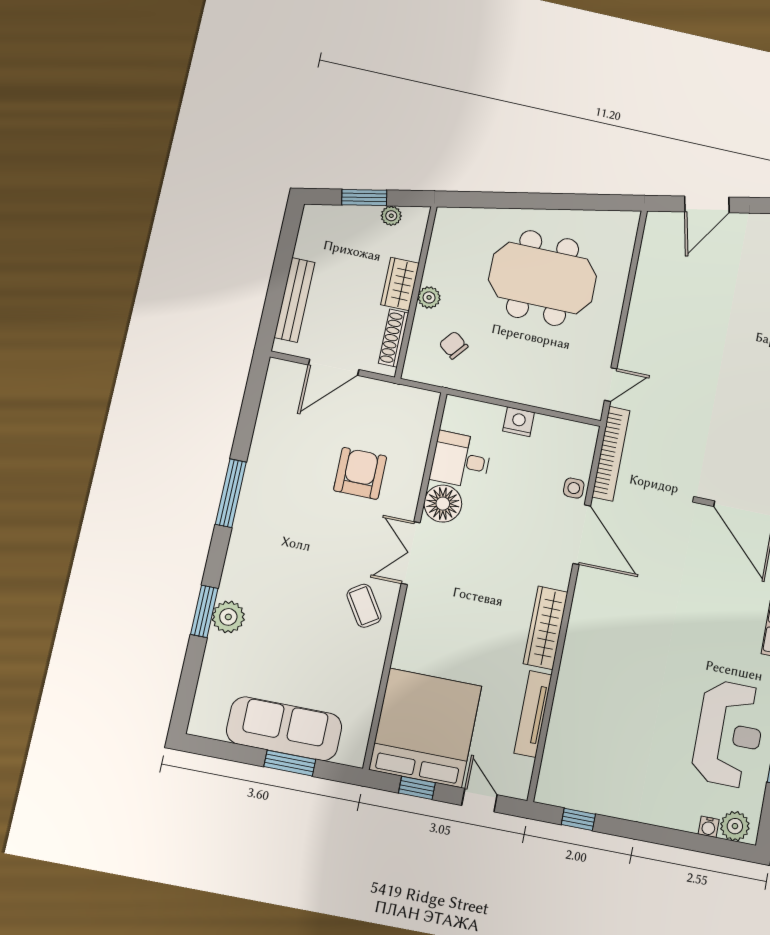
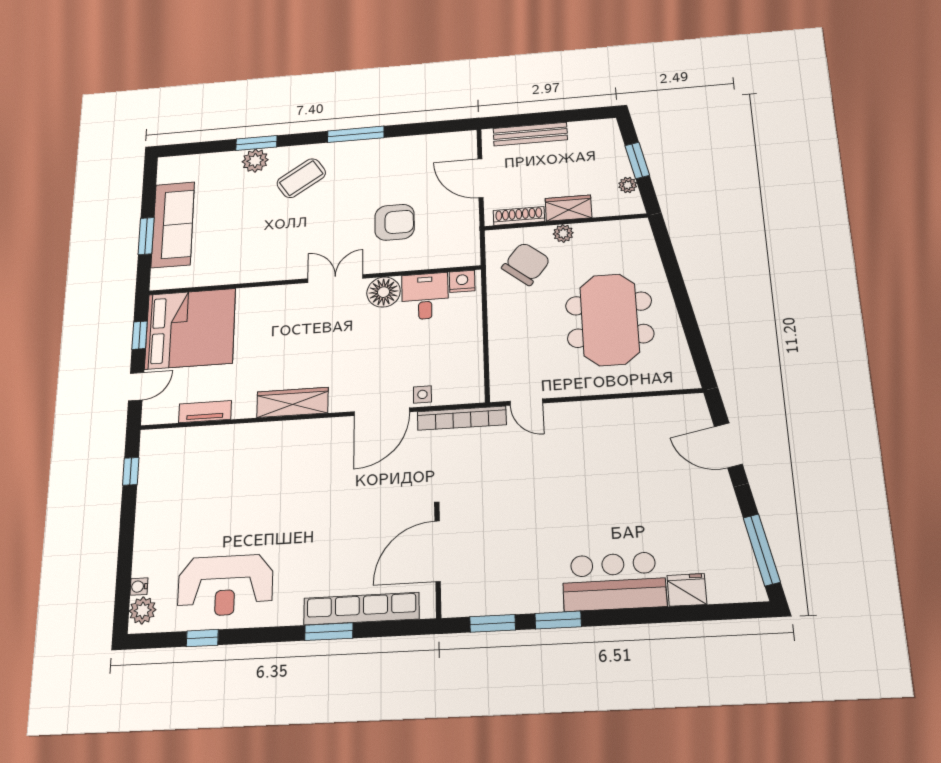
chair: (454, 345) -> (526, 264), width x1.87, depth x1.87
nightstand: (519, 422) -> (462, 281), moved, turned -90
coffee table: (364, 606) -> (301, 178), moved, width x1.36, depth x1.30
tv unit: (533, 714) -> (205, 412), width x0.71

